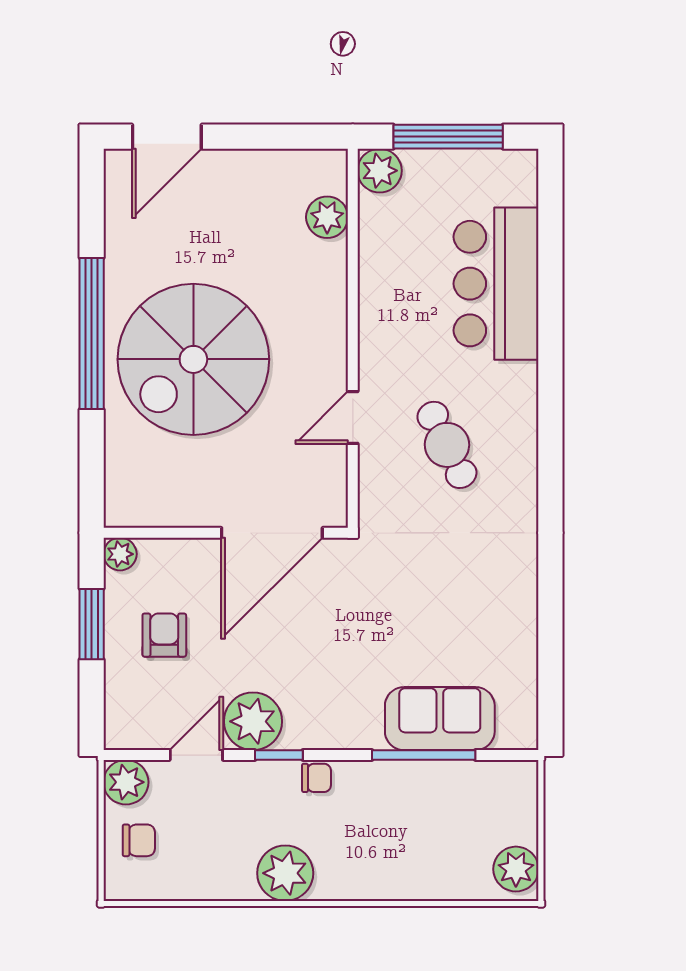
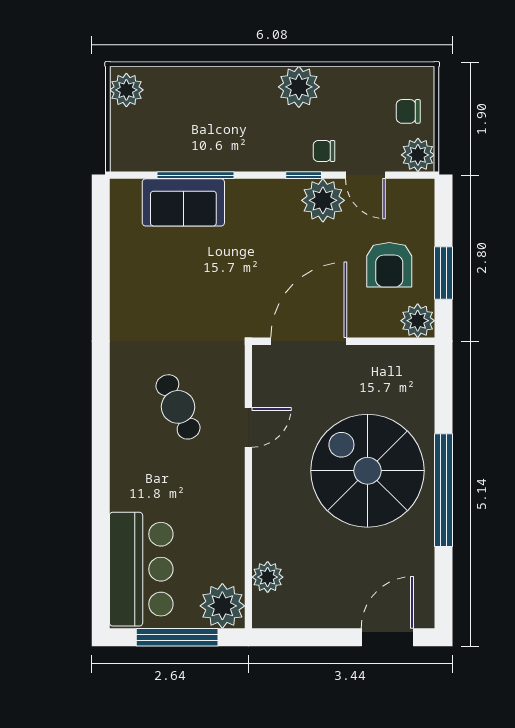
plant: (380, 171) -> (222, 606), width x1.36, depth x1.36
bar counter: (496, 284) -> (141, 569), moved
spiral stairs: (193, 359) -> (367, 471), turned -90
plant: (120, 554) -> (418, 321), width x1.38, depth x1.38
armchair: (164, 635) -> (389, 265), width x1.38, depth x1.38
door: (196, 755) -> (365, 175), hinge flipped
chair: (316, 778) -> (324, 151), moved

